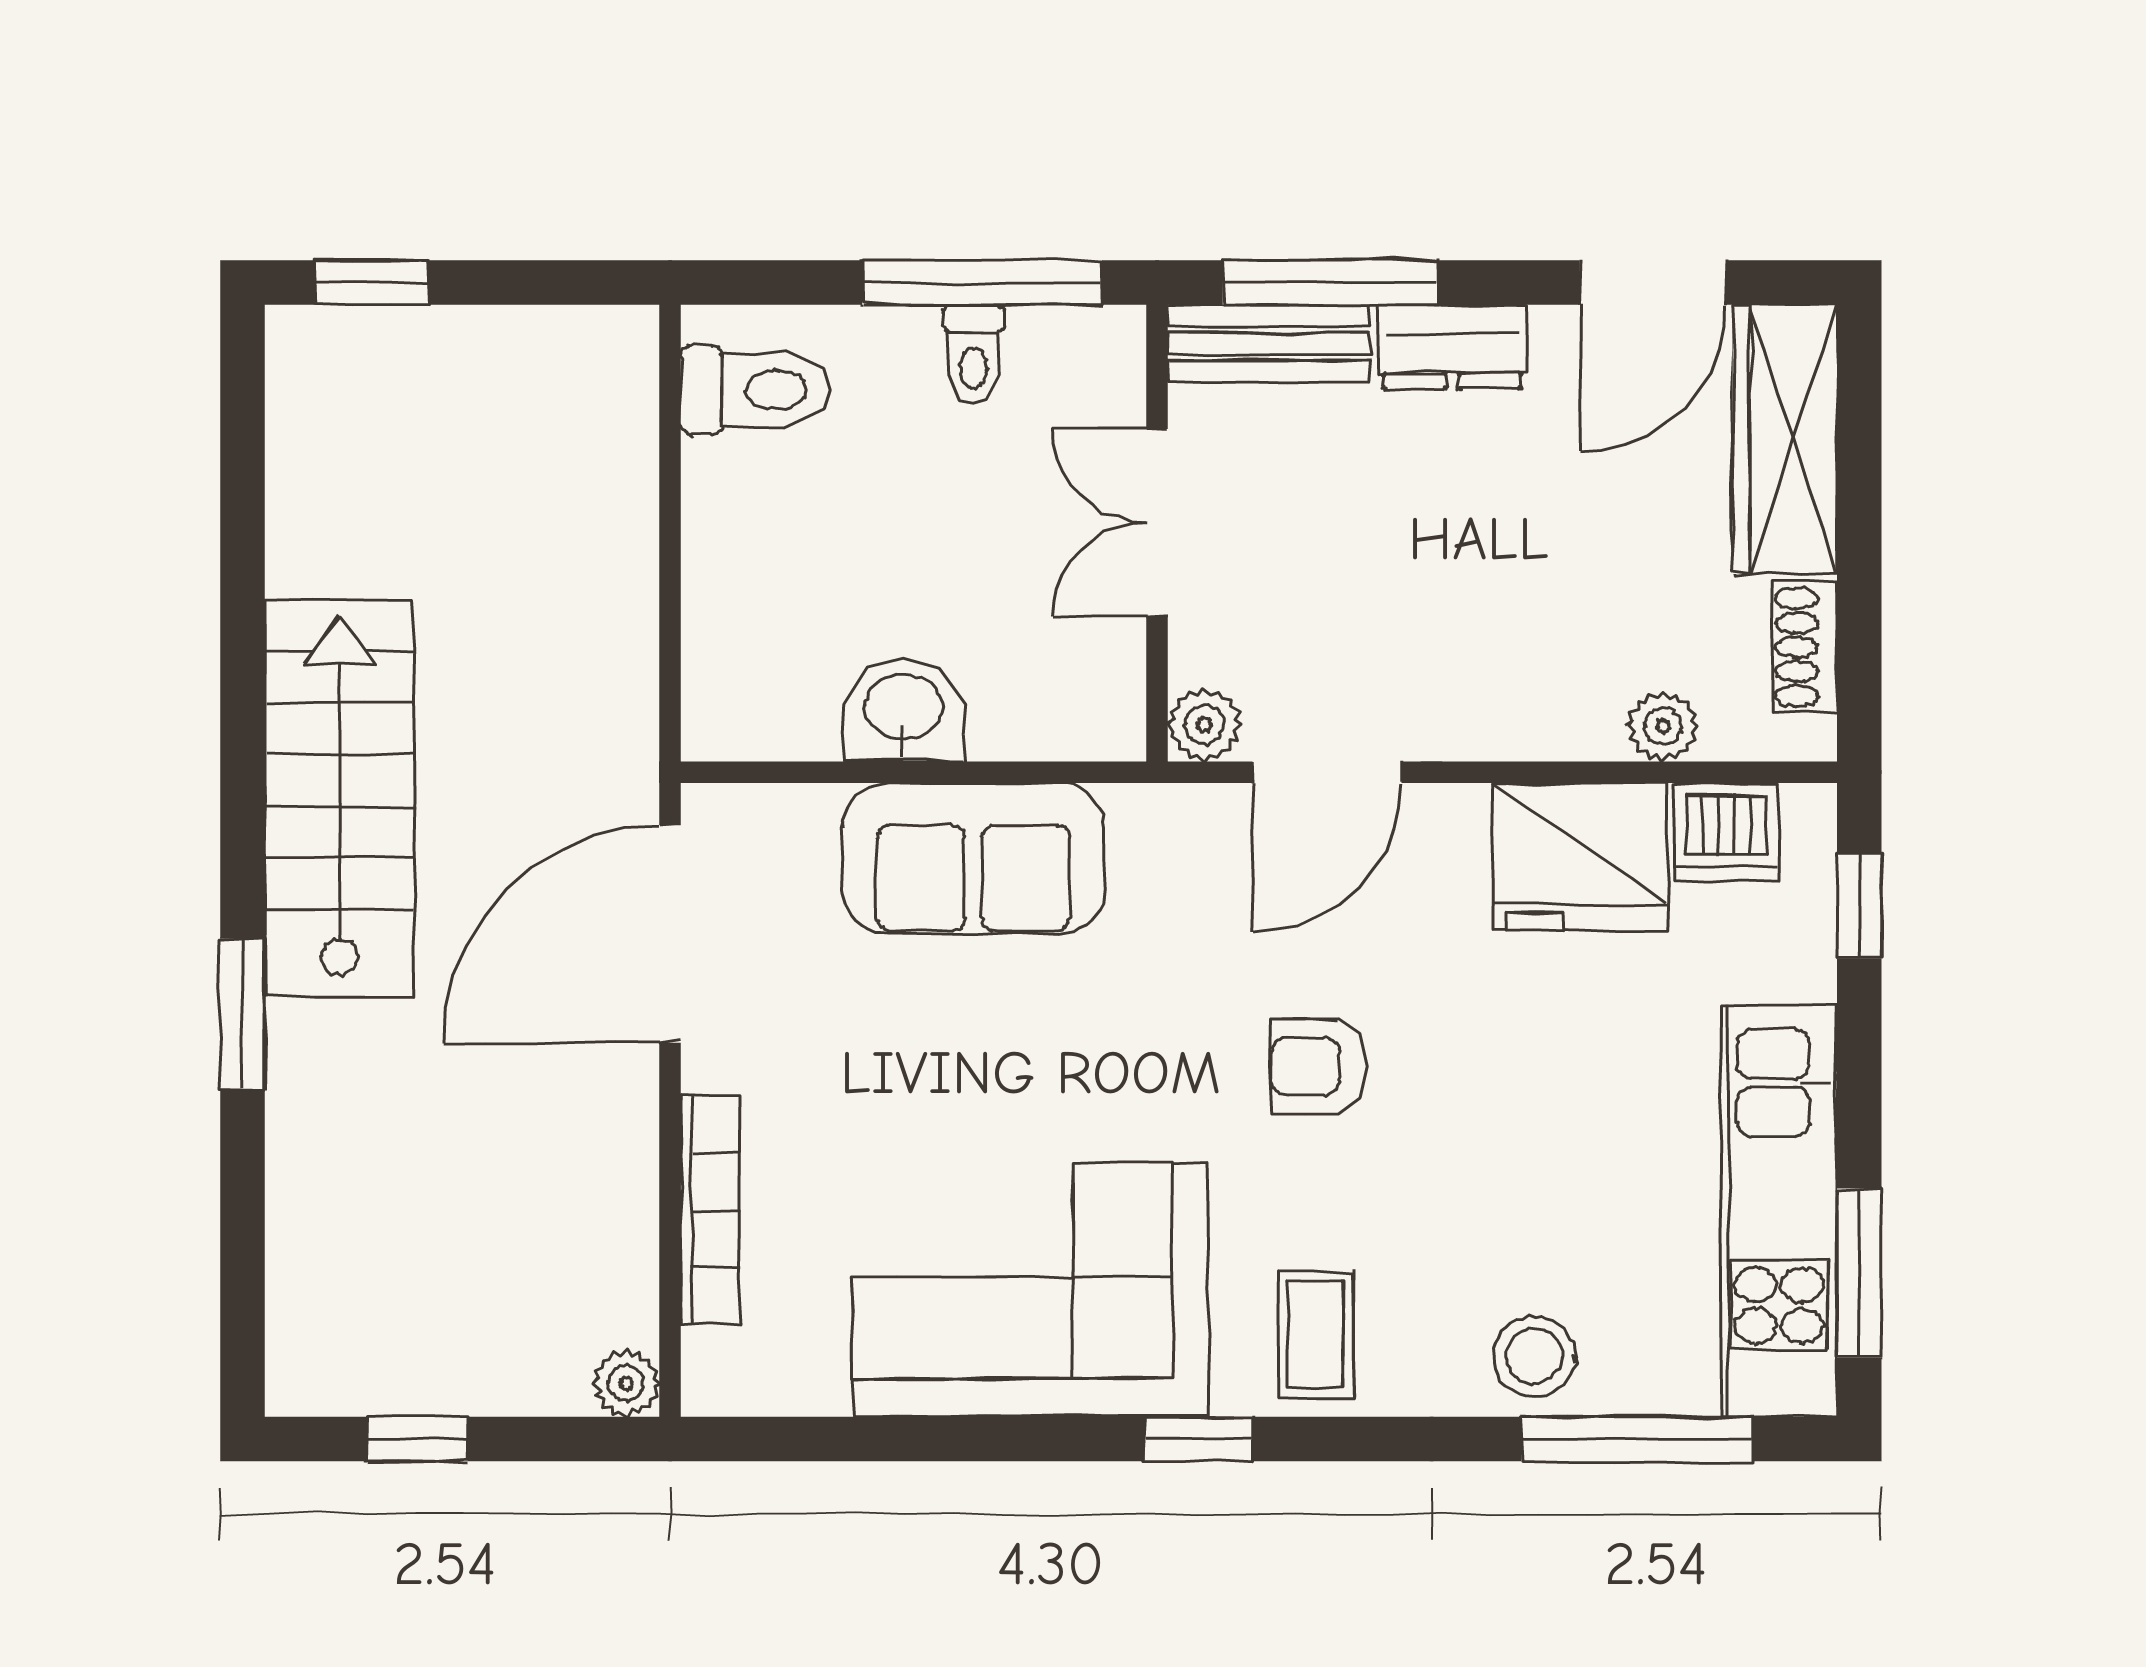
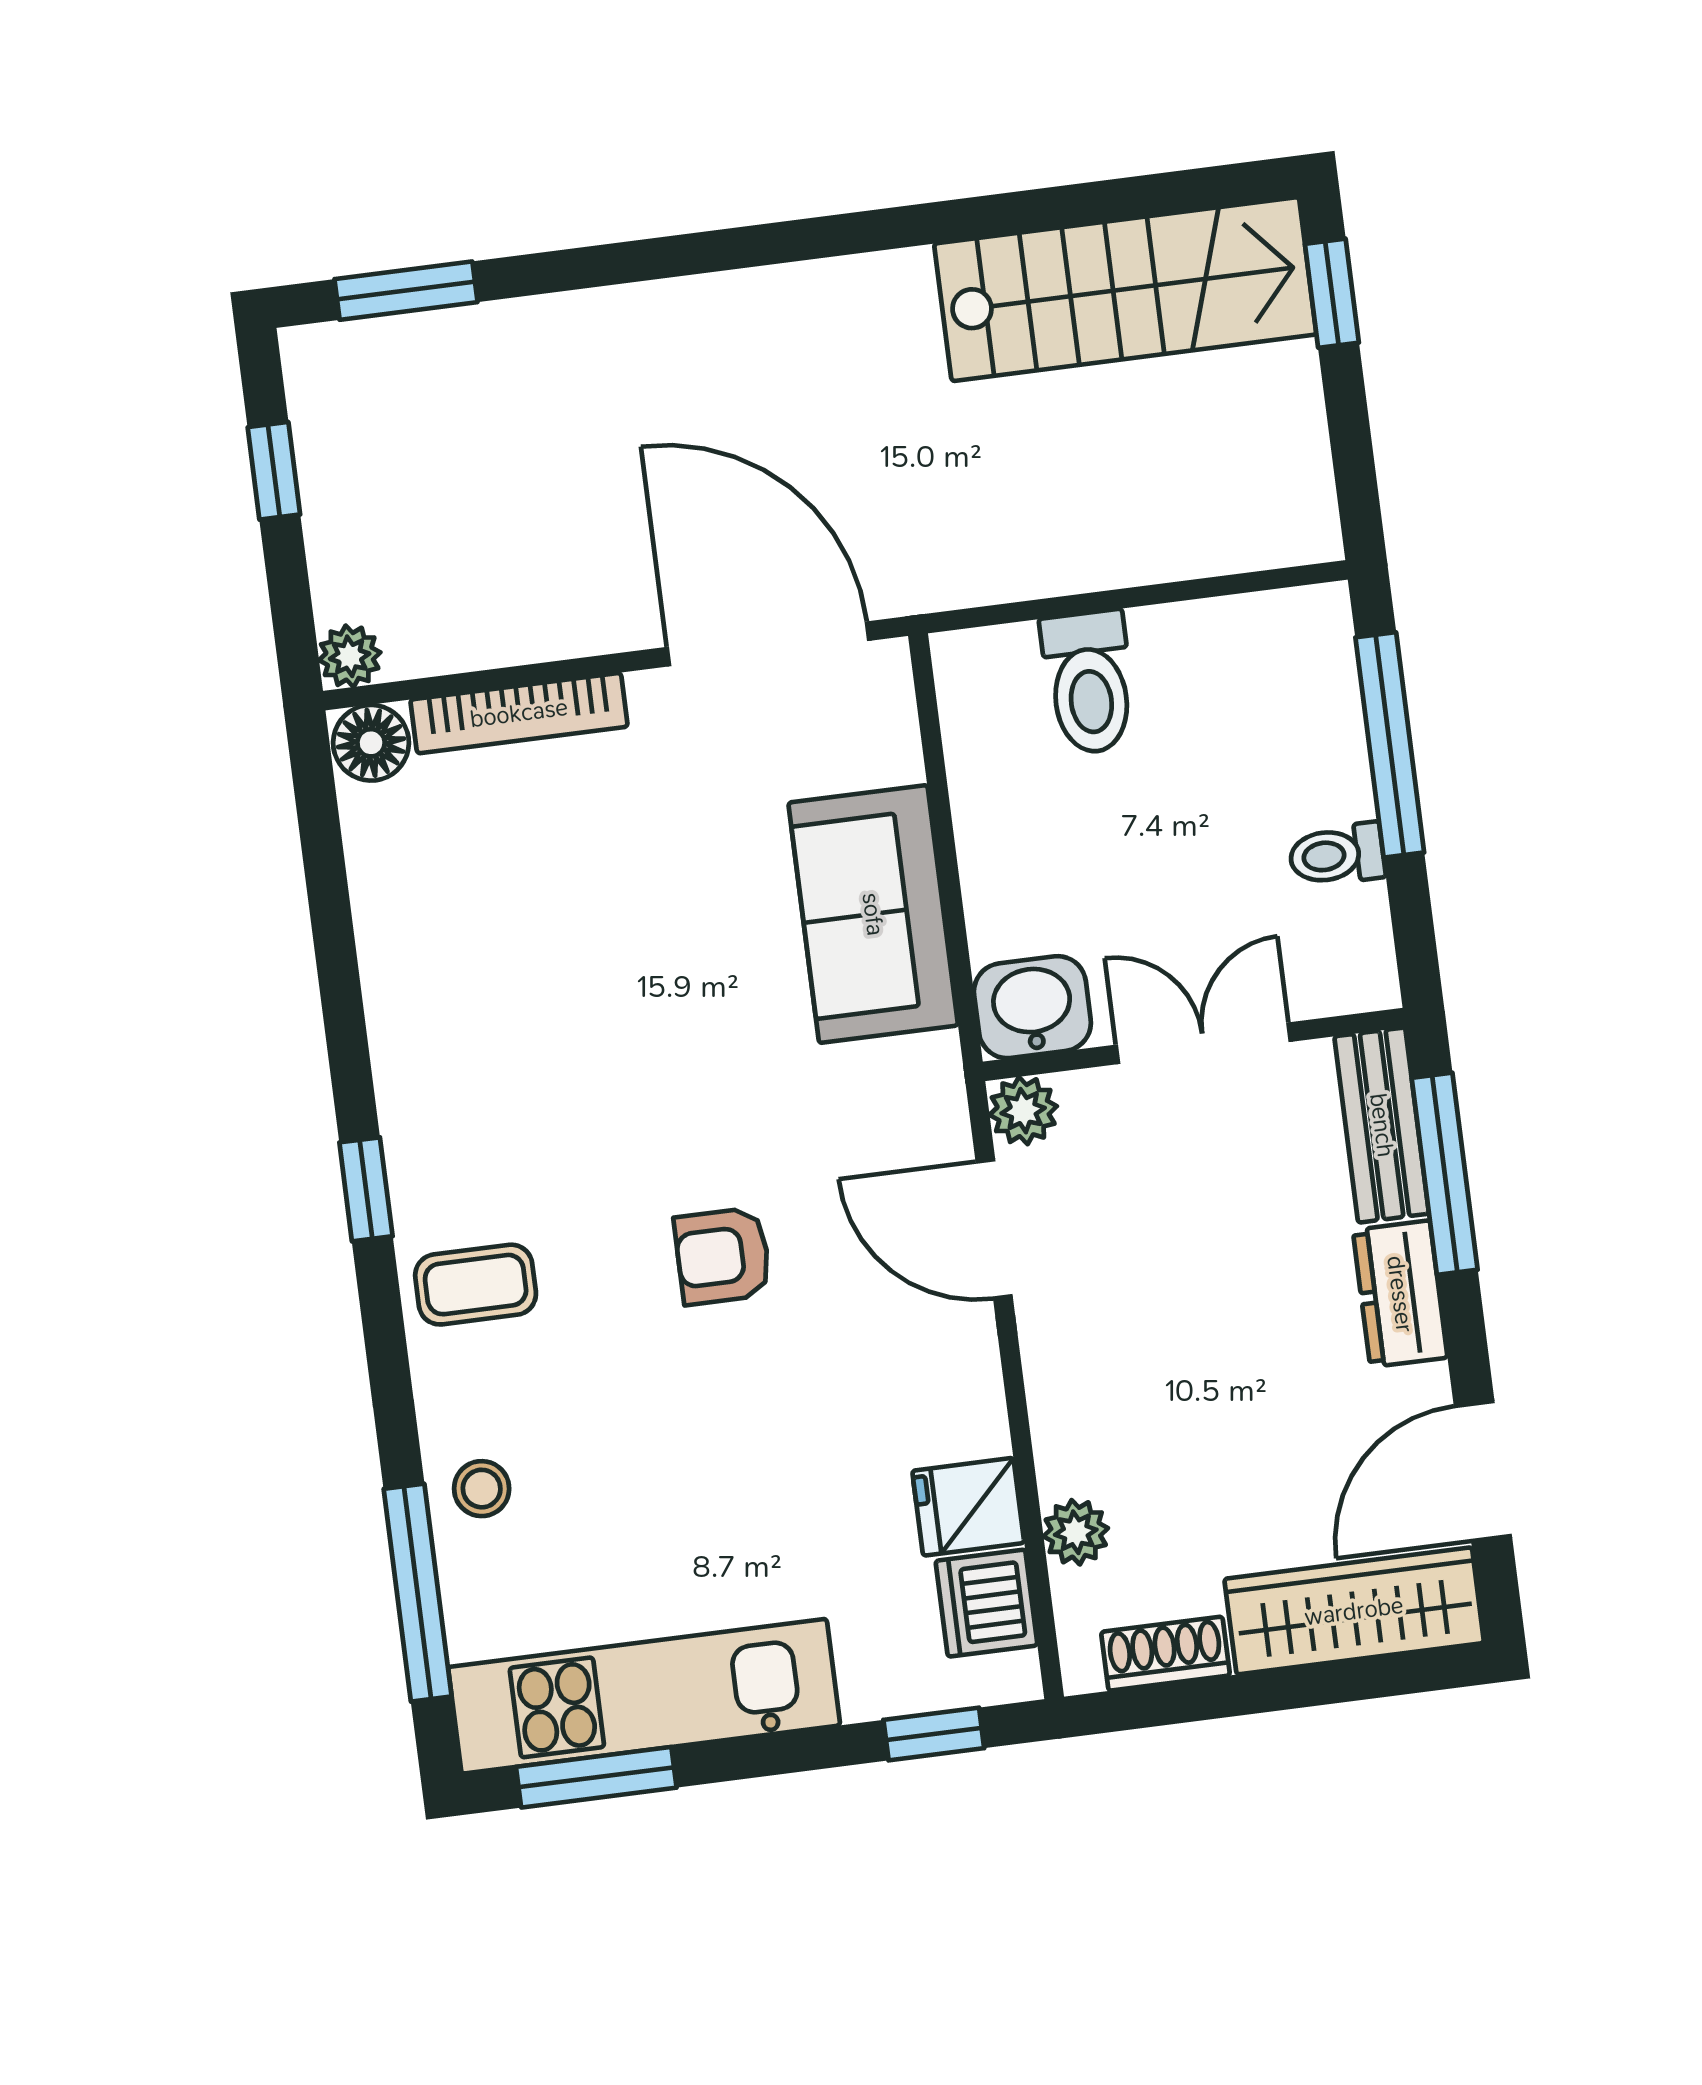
window: (982, 283) -> (1390, 745), moved
door: (1653, 283) -> (1483, 1471), hinge flipped
toilet: (755, 390) -> (1089, 682), moved
washbasin: (904, 710) -> (1032, 1007), moved, turned -90
stairs: (339, 798) -> (1125, 289), moved
fridge: (1580, 857) -> (968, 1507), width x0.53, depth x0.75
window: (242, 1014) -> (406, 291), moved
armchair: (1319, 1066) -> (723, 1256), turned -90
corner sofa: (1031, 1290) -> (483, 1017), removed
stool: (1535, 1356) -> (482, 1489), width x0.73, depth x0.73
floor lamp: (722, 1372) -> (371, 743), added

